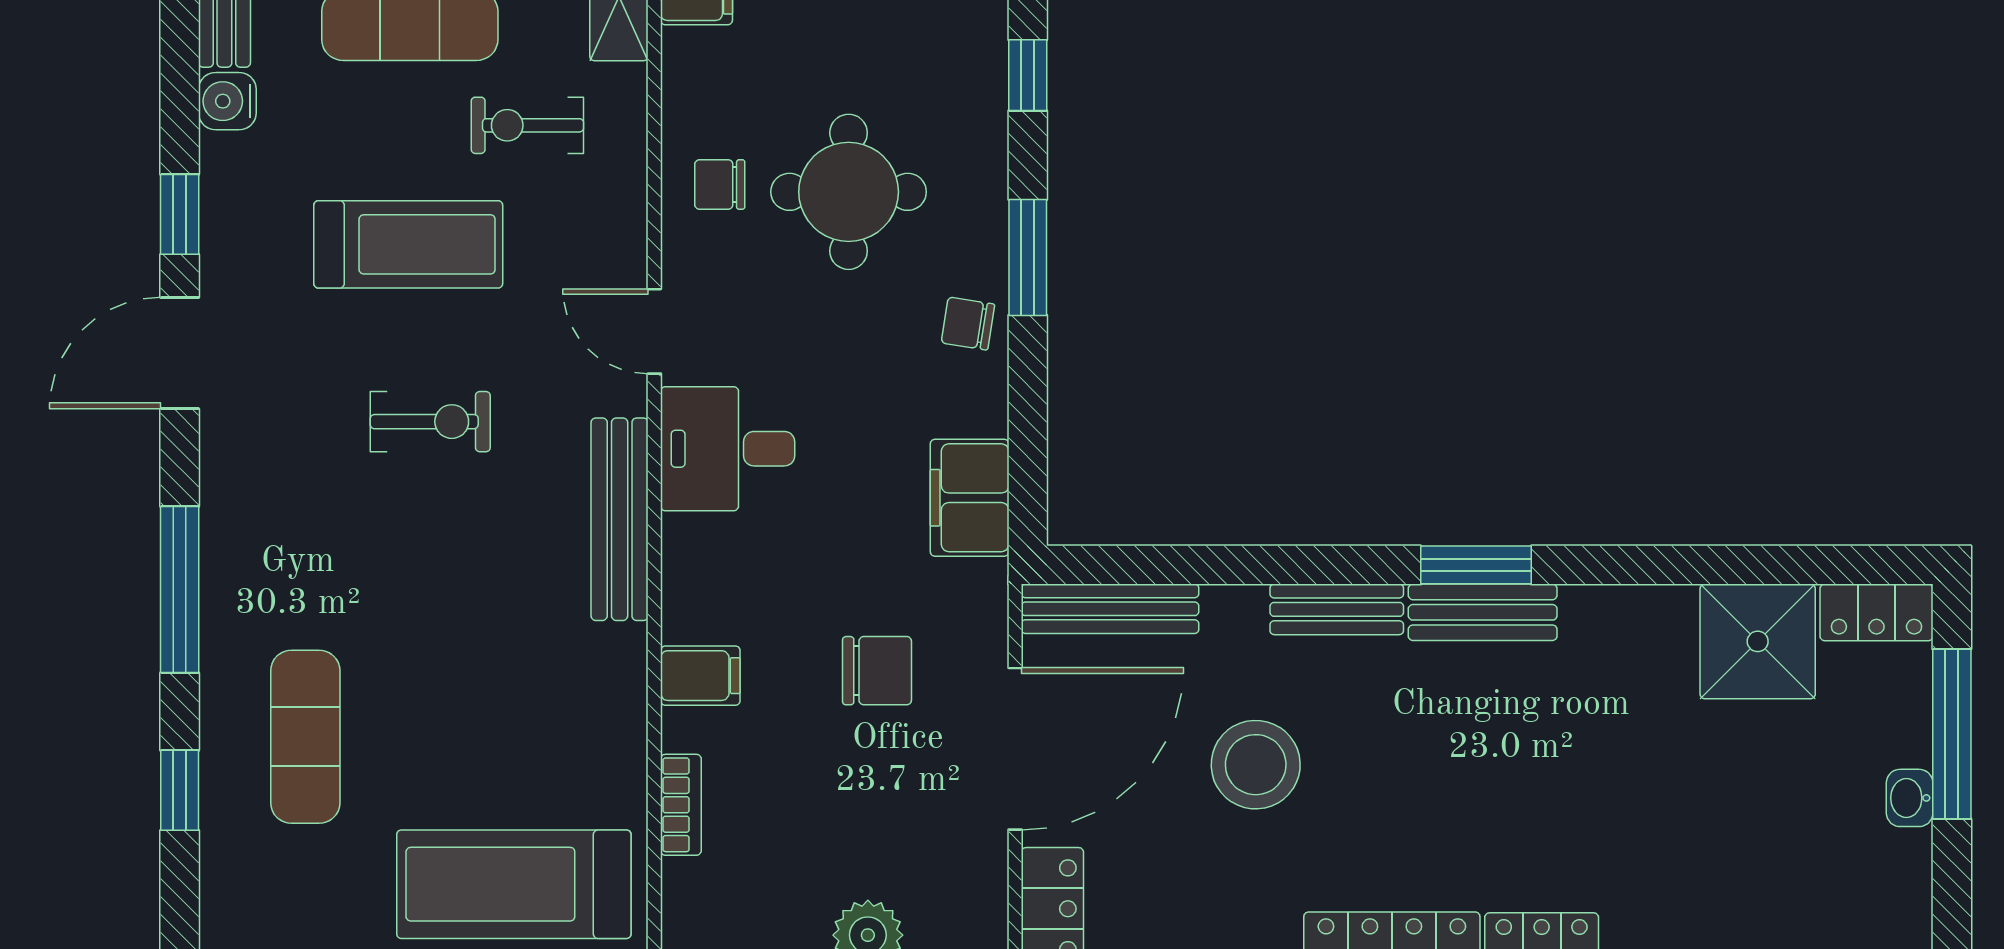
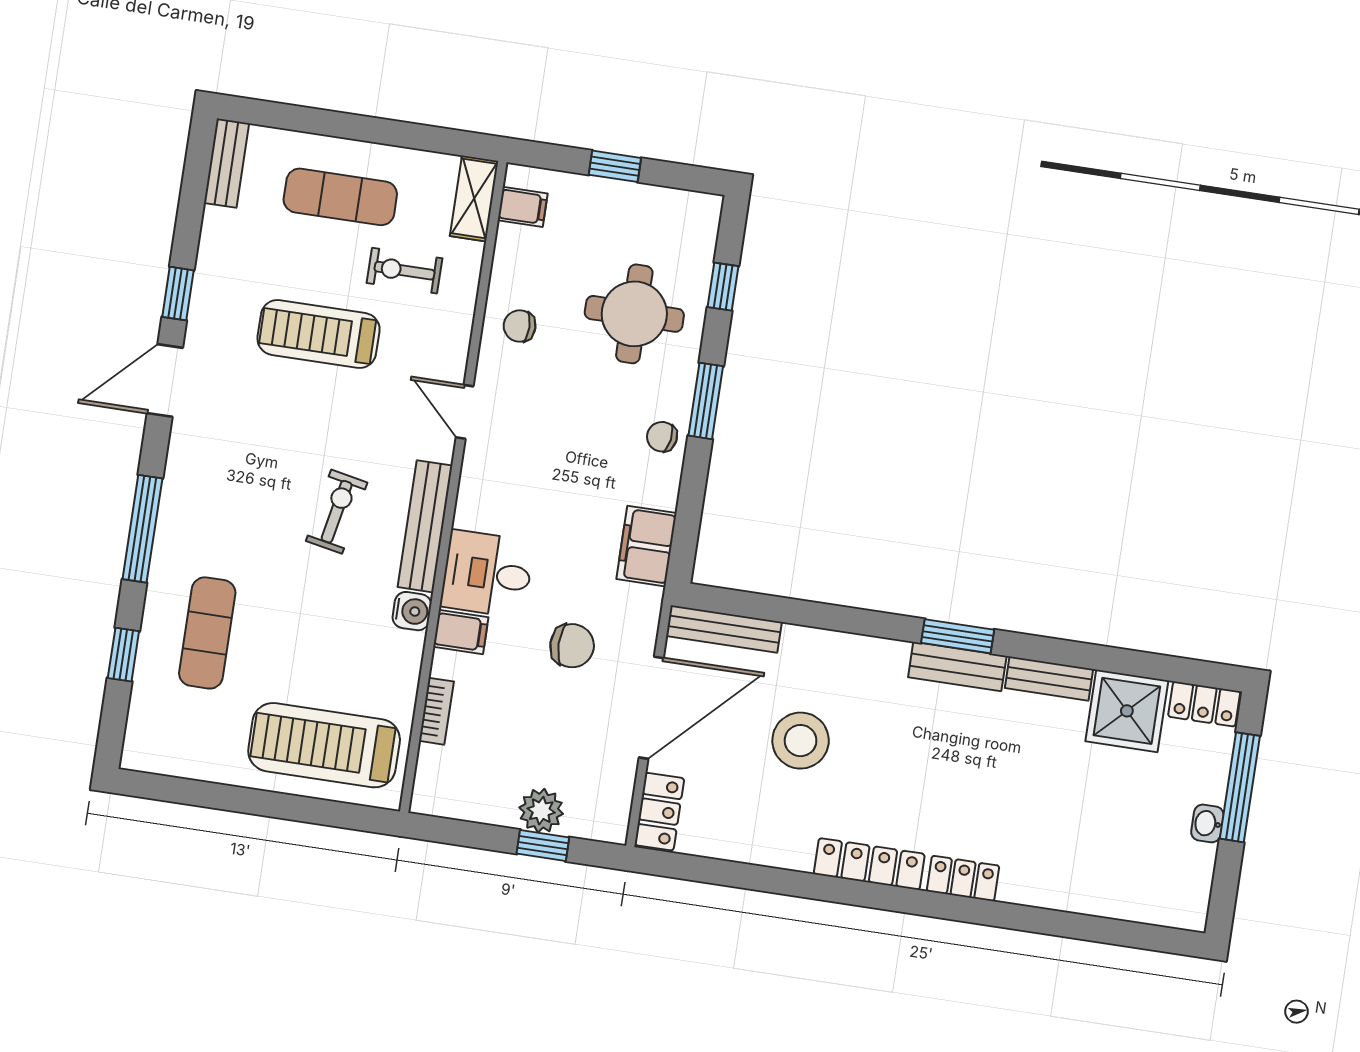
water cooler: (227, 101) -> (412, 611), moved, turned 180
round table: (849, 192) -> (634, 314), moved
treadmill: (408, 244) -> (319, 334), turned 180
exercise bike: (430, 422) -> (337, 512), moved, turned -79
desk: (728, 449) -> (487, 574), moved
bench: (1337, 609) -> (1049, 679), moved

